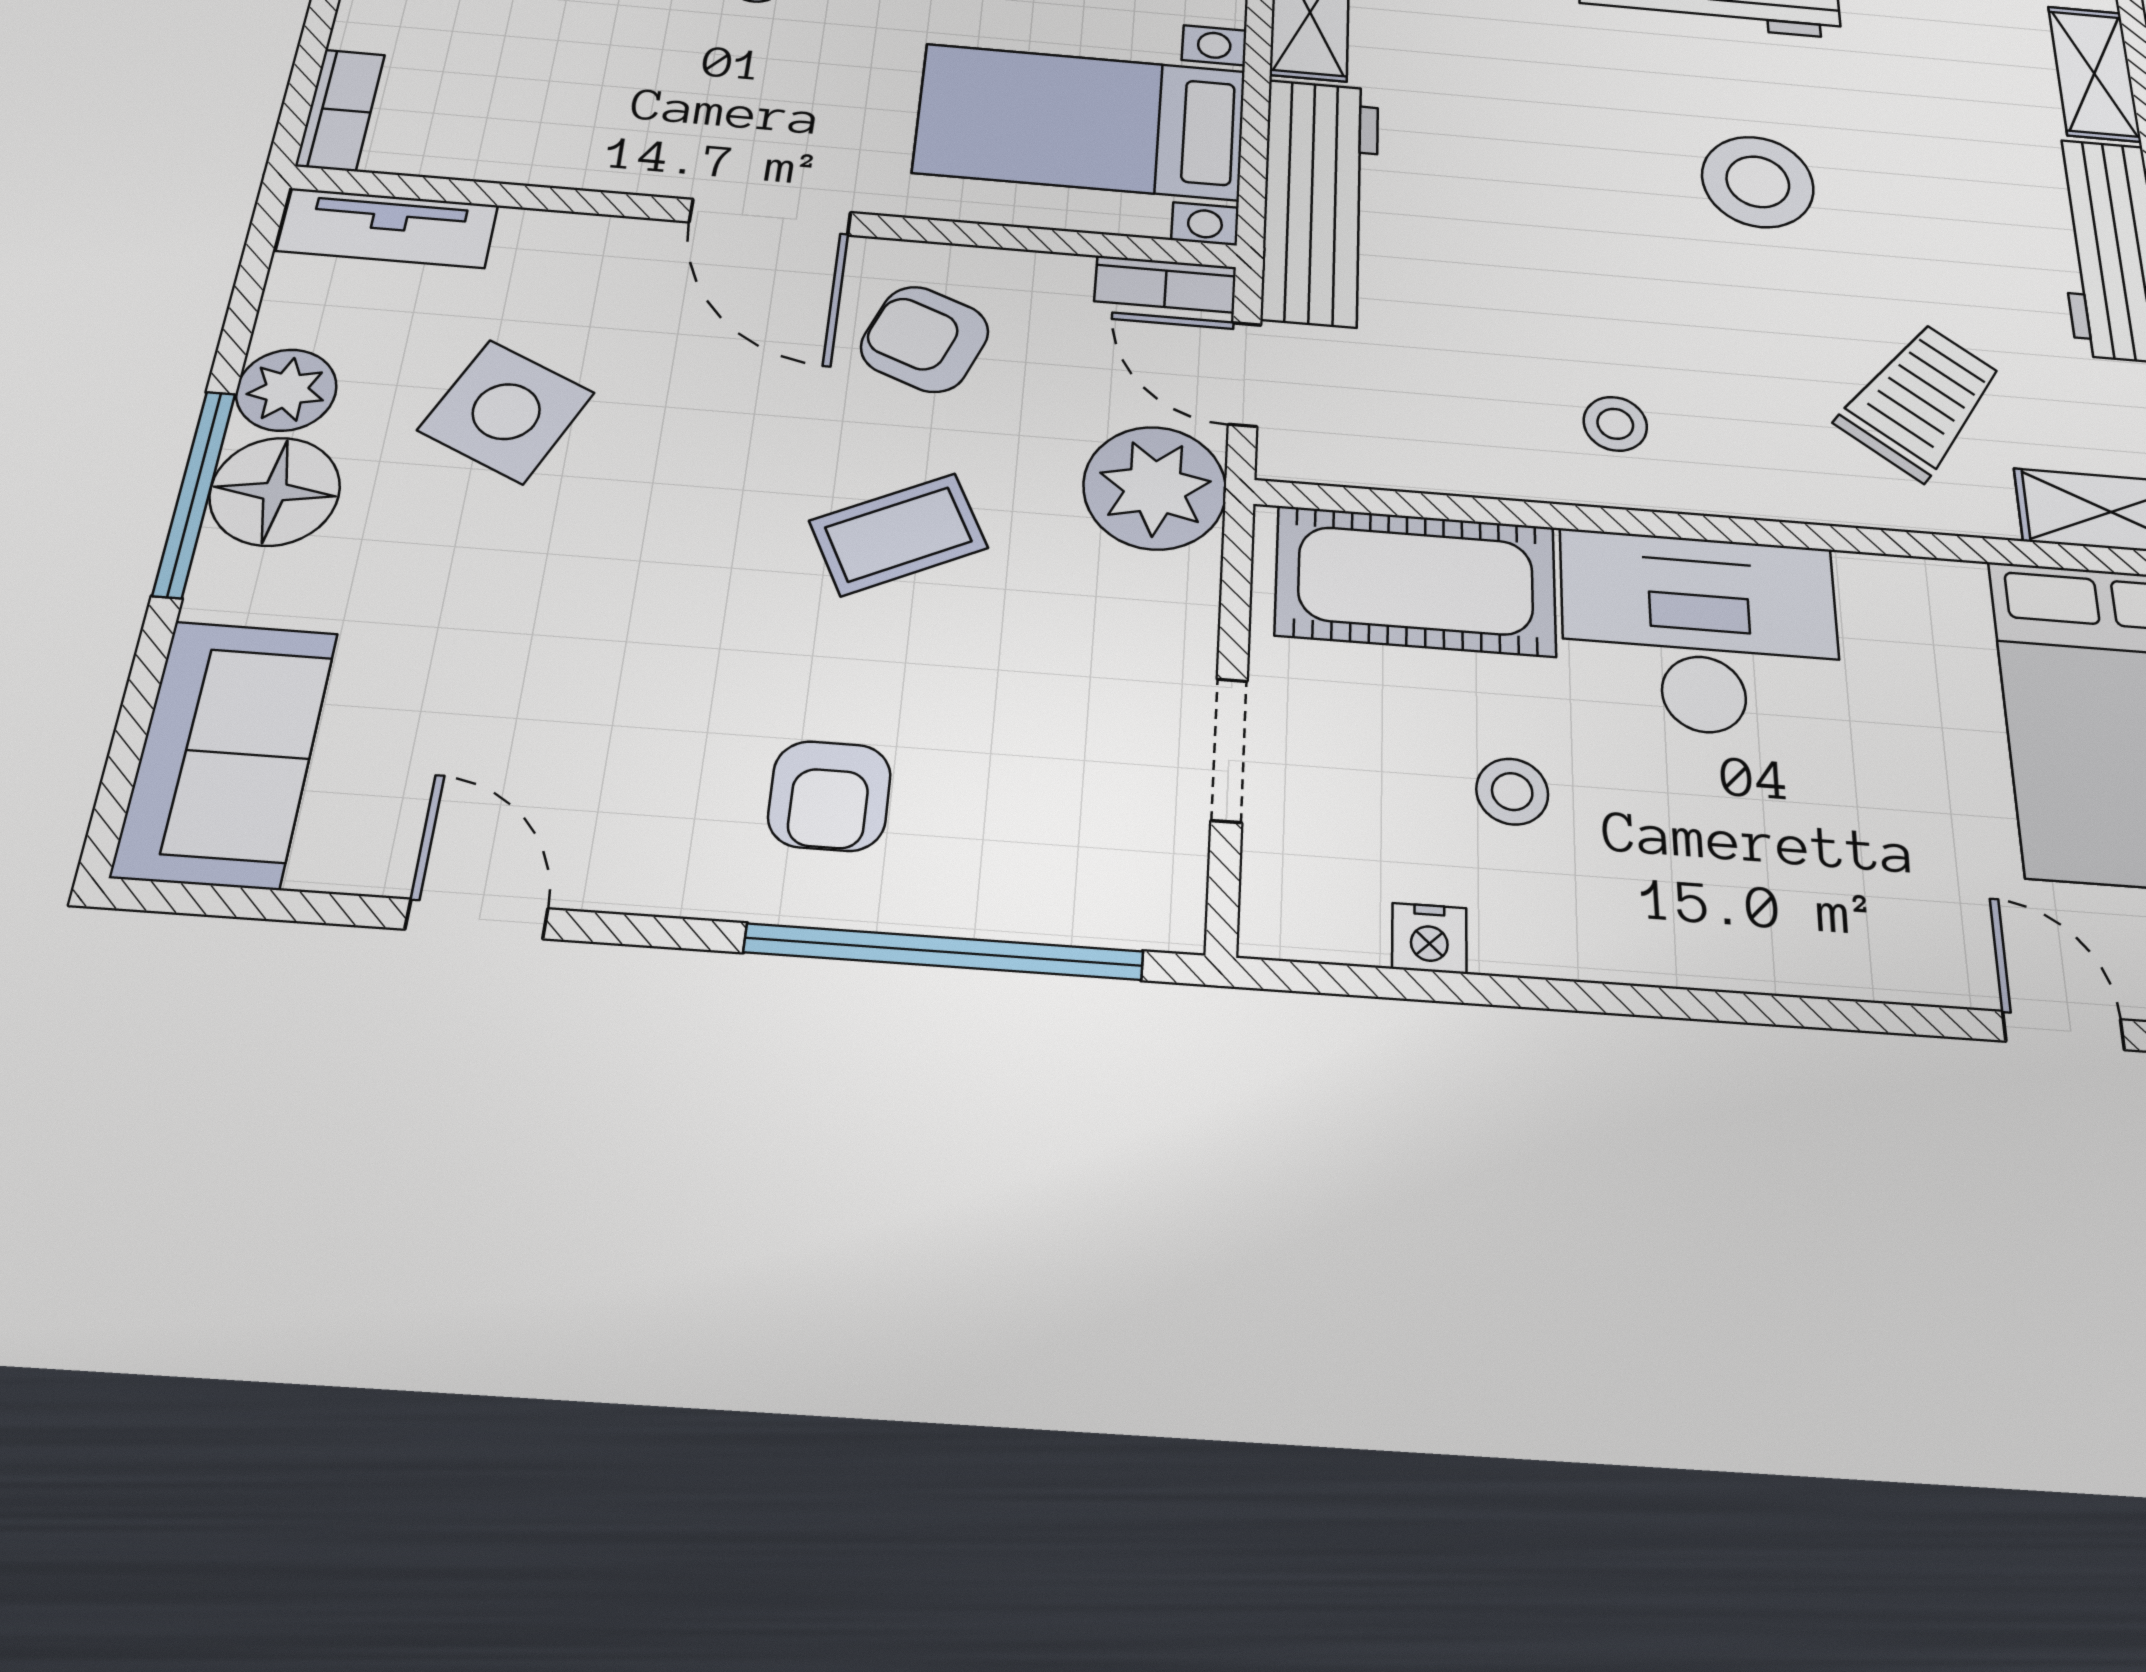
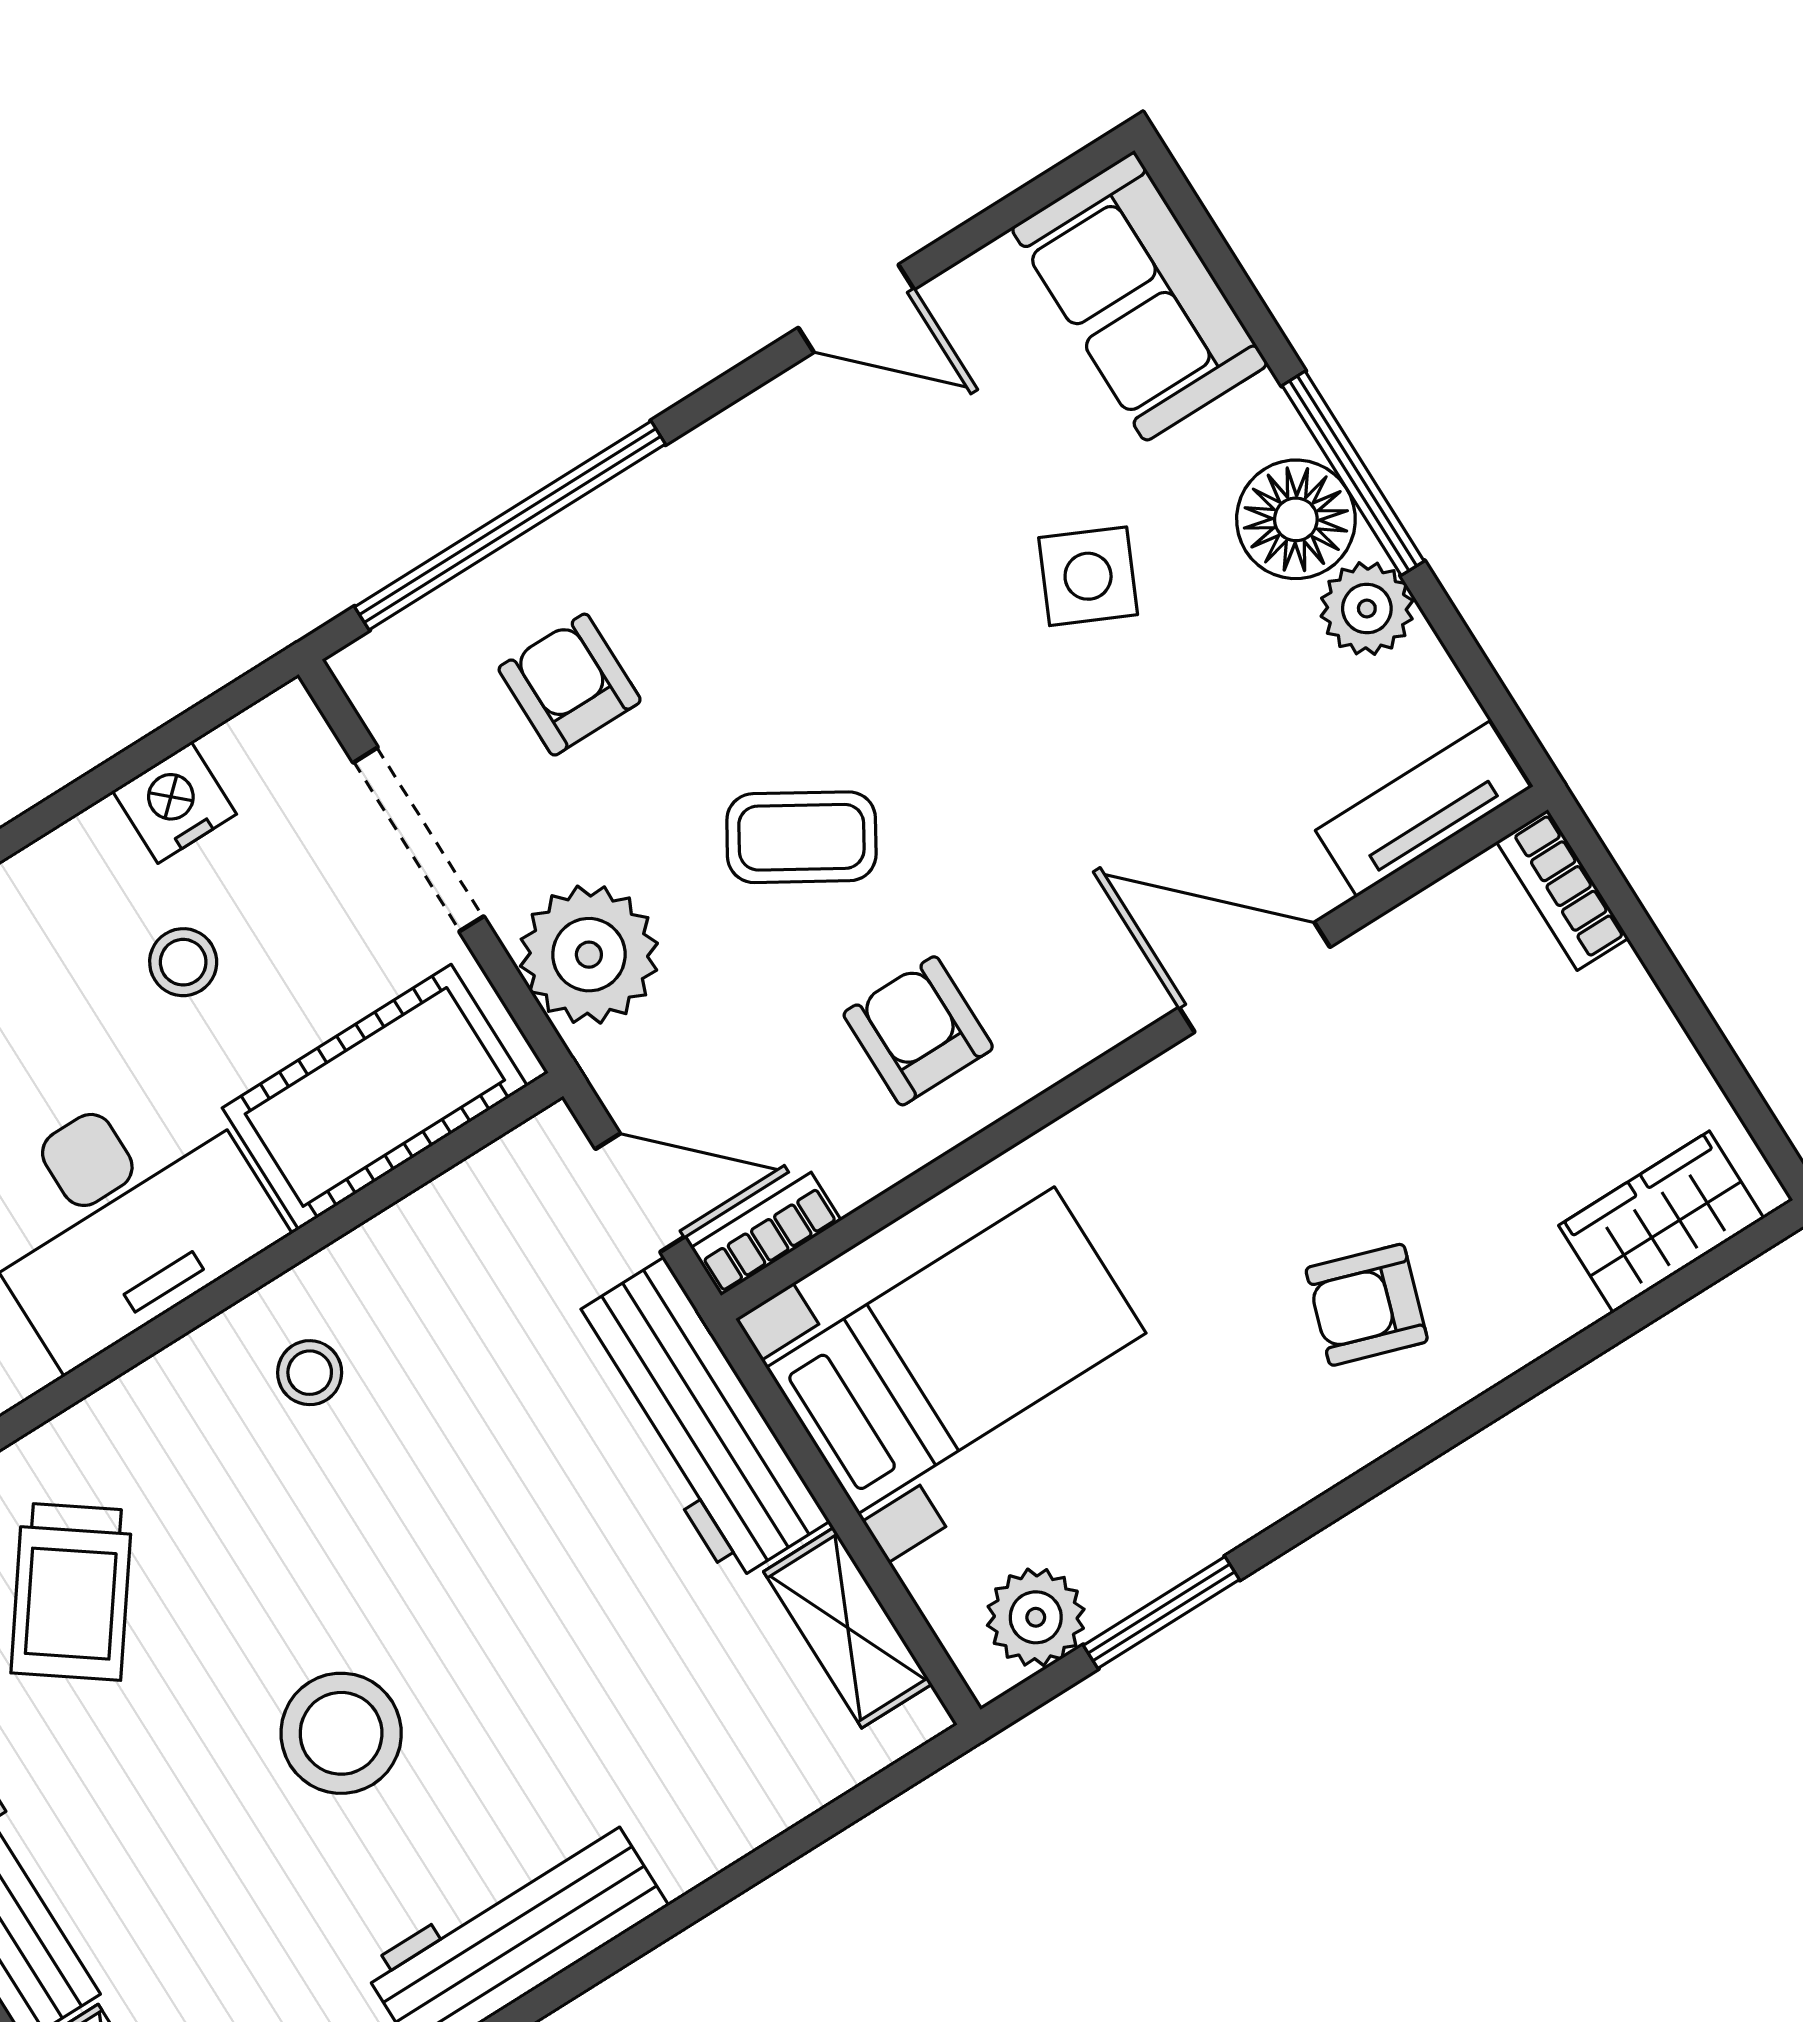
door: (770, 217) -> (1255, 977), moved
armchair: (925, 339) -> (918, 1031), turned -112
side table: (506, 412) -> (1088, 576), moved, width x0.73, depth x0.73
plant: (1155, 488) -> (589, 955), moved
coffee table: (899, 534) -> (801, 837), turned 57
doorway: (1229, 750) -> (418, 839), width x1.38
armchair: (829, 796) -> (570, 685), moved
nightstand: (1429, 938) -> (175, 803), width x1.39, depth x1.35

